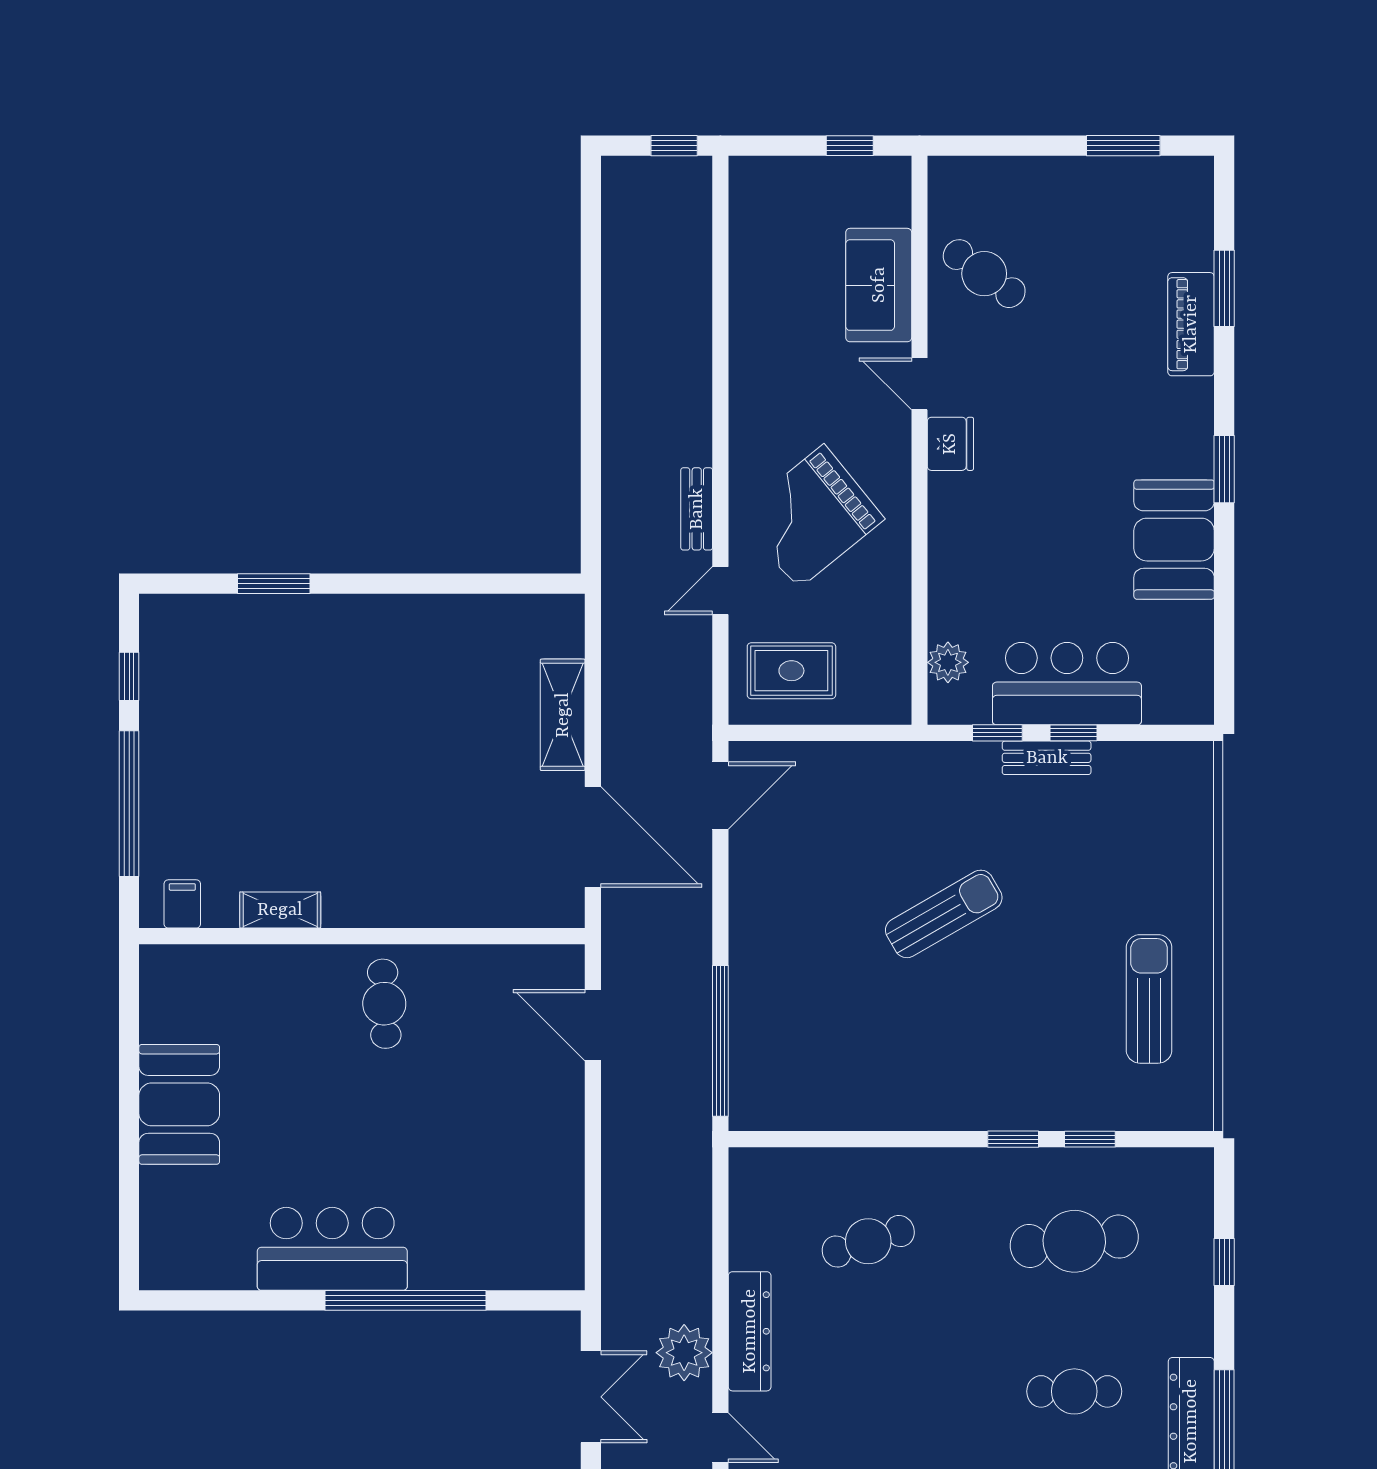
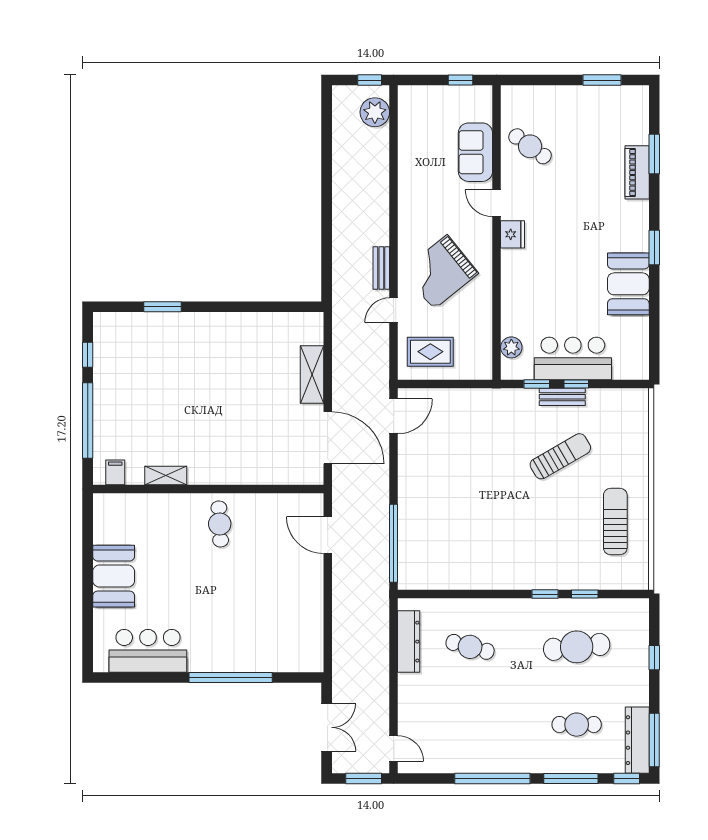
sun lounger: (944, 914) -> (560, 456), moved
cafe table: (868, 1241) -> (470, 647), turned 33
bar counter: (332, 1249) -> (148, 651), moved
dresser: (750, 1331) -> (409, 642), moved
plant: (684, 1353) -> (375, 112), moved

